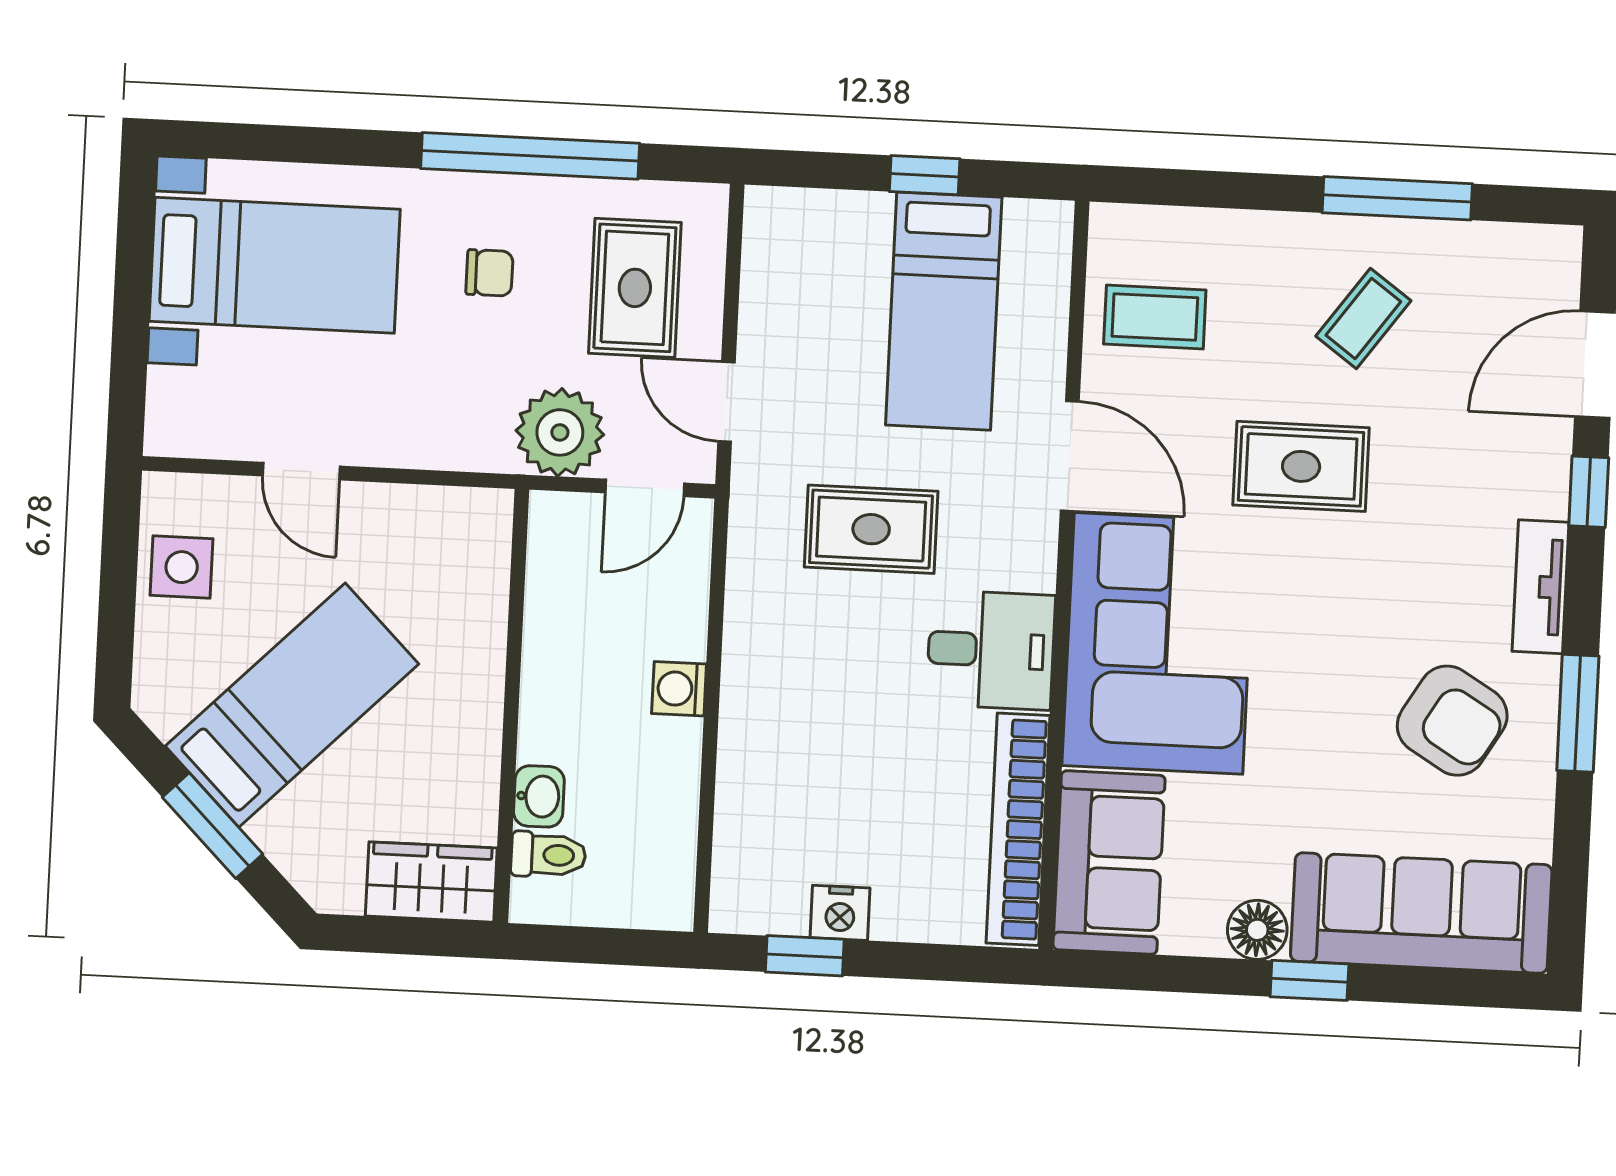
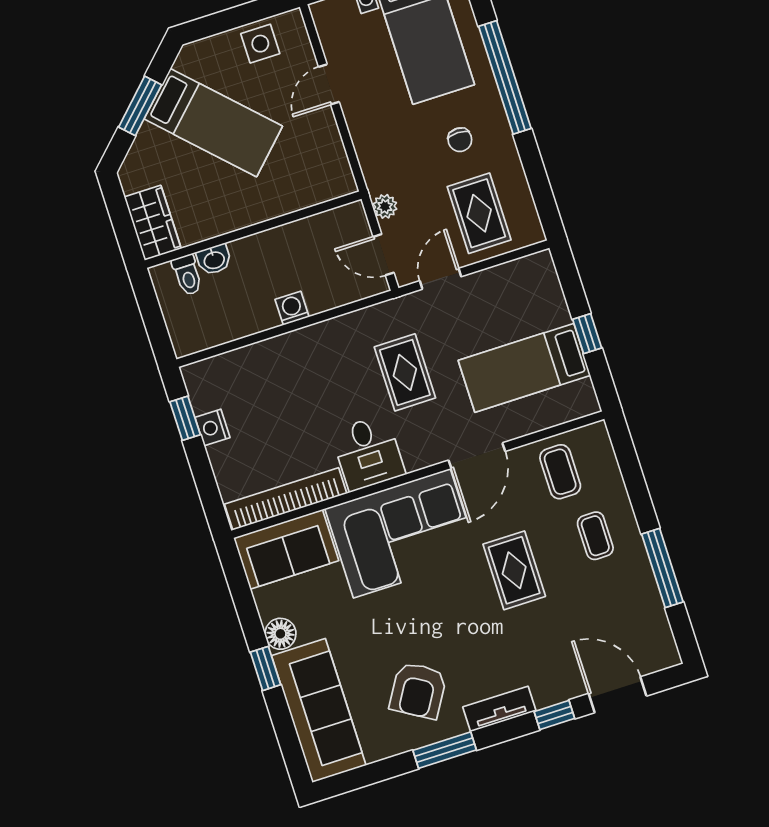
window: (530, 156) -> (505, 77), moved
rug: (635, 288) -> (479, 213), turned 90
coffee table: (1363, 318) -> (595, 536), moved, turned 54
plant: (560, 432) -> (385, 206), width x0.53, depth x0.53

